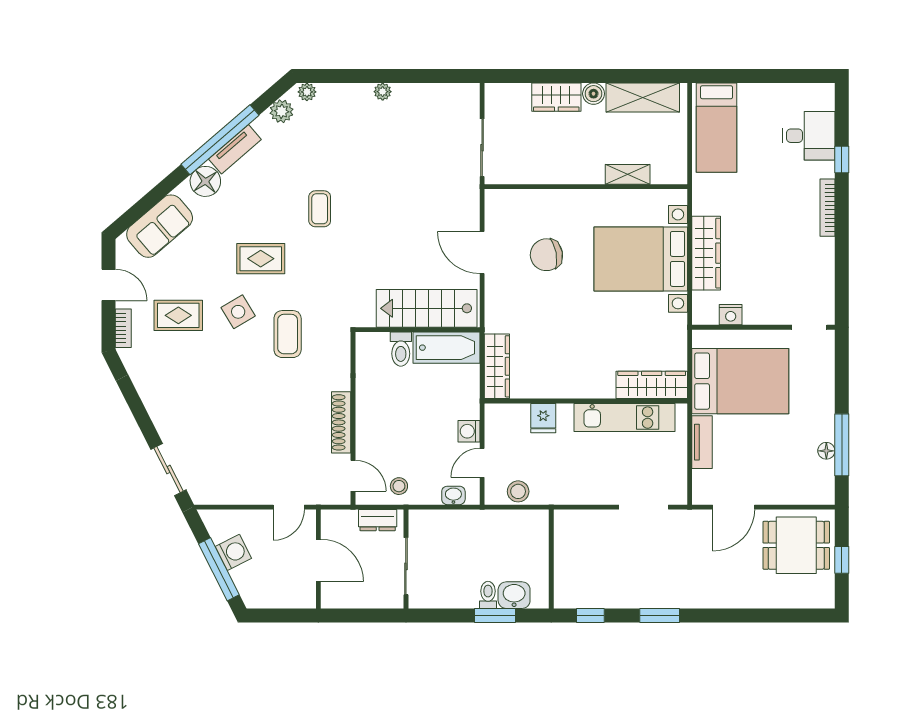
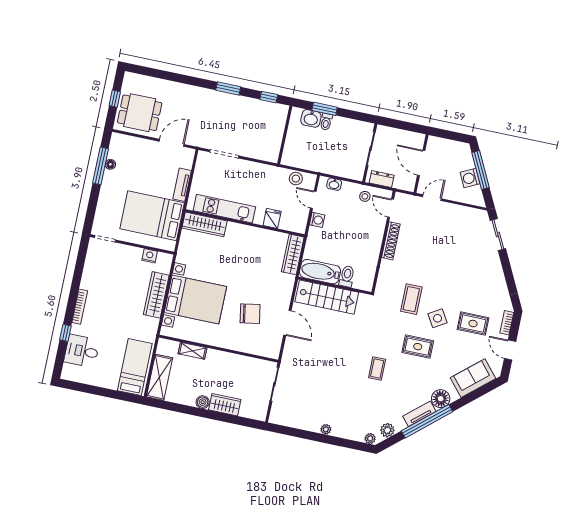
shelving: (643, 97) -> (159, 377), moved, turned 90
door: (482, 463) -> (313, 200), swing flipped

